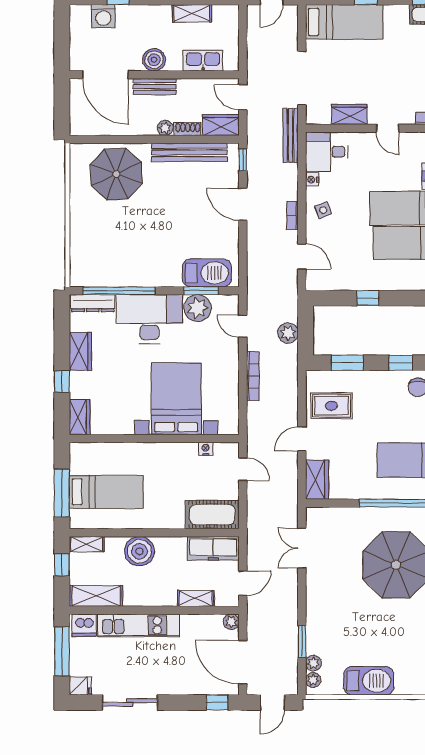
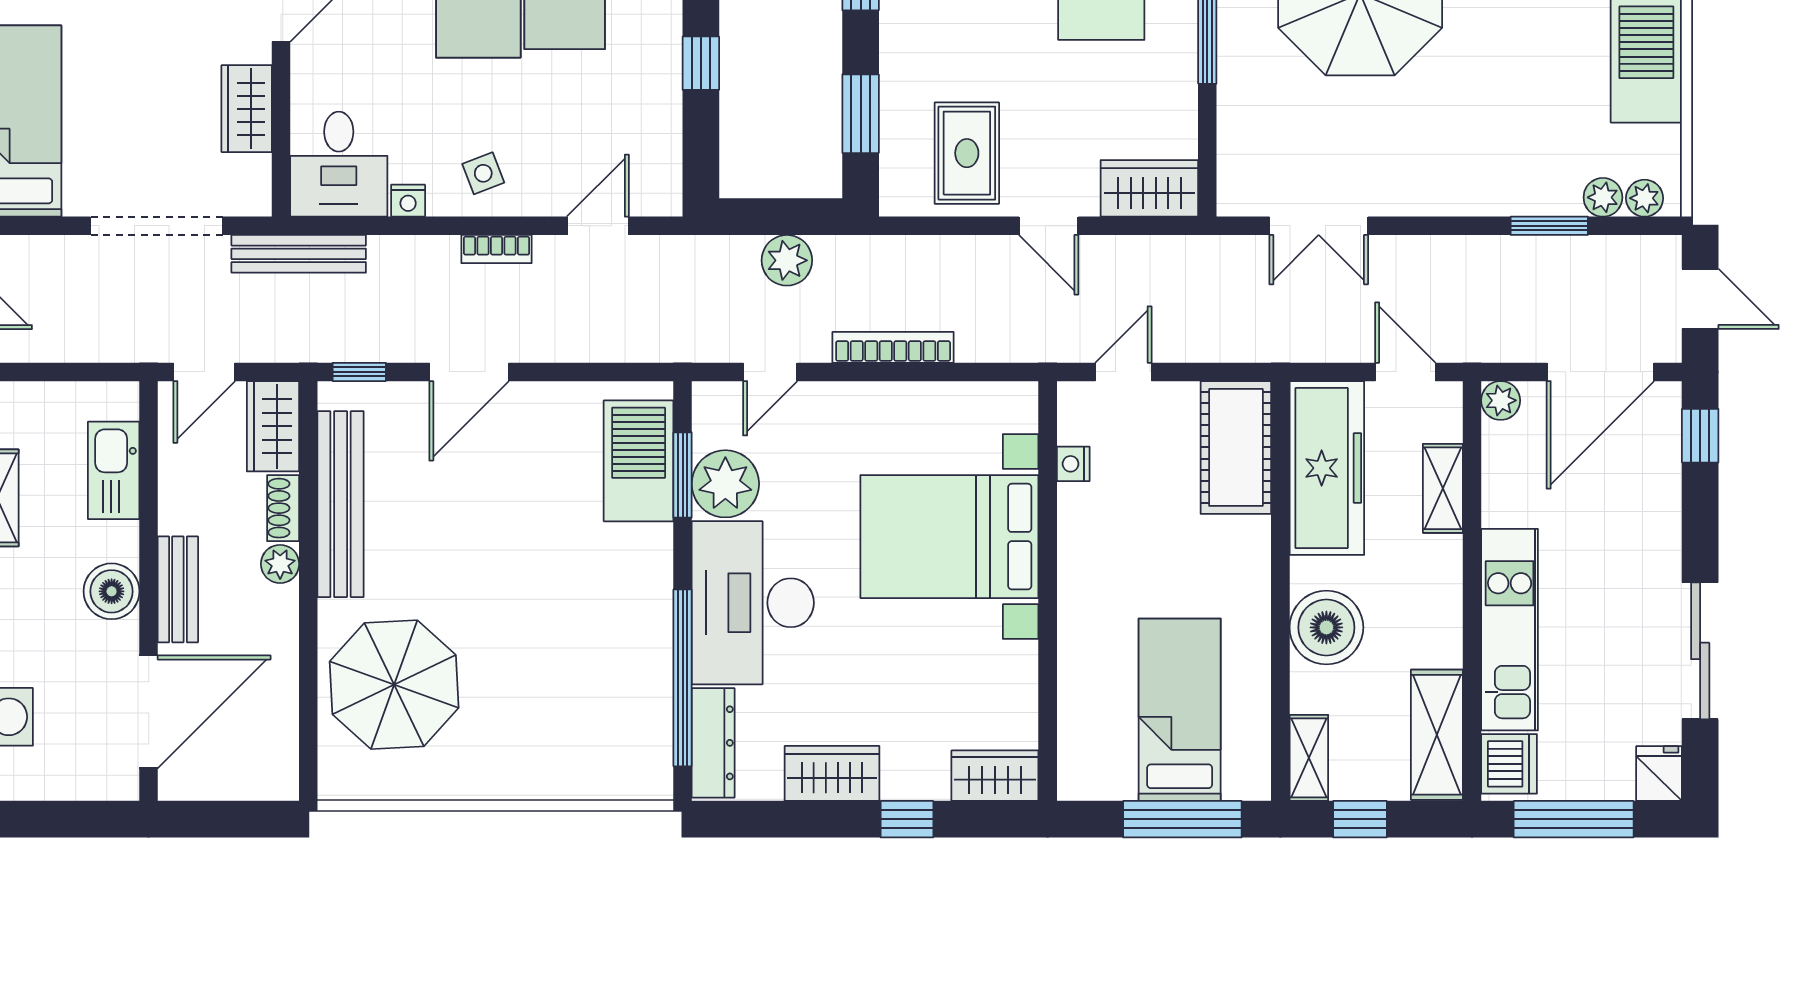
freezer: (213, 548) -> (1327, 468), width x1.36, depth x1.26

